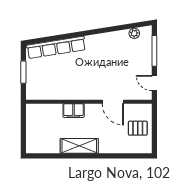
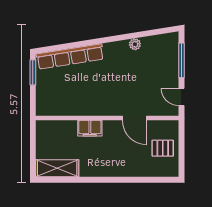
plant: (134, 33) -> (135, 44), moved
window: (23, 72) -> (33, 72), moved
shelving: (79, 146) -> (57, 168), moved

